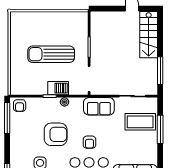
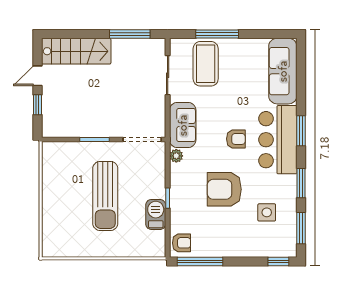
window: (113, 9) -> (37, 105), added
barbecue: (58, 88) -> (156, 214), moved
plant: (64, 102) -> (176, 156), moved
armchair: (56, 134) -> (224, 189), turned -90

